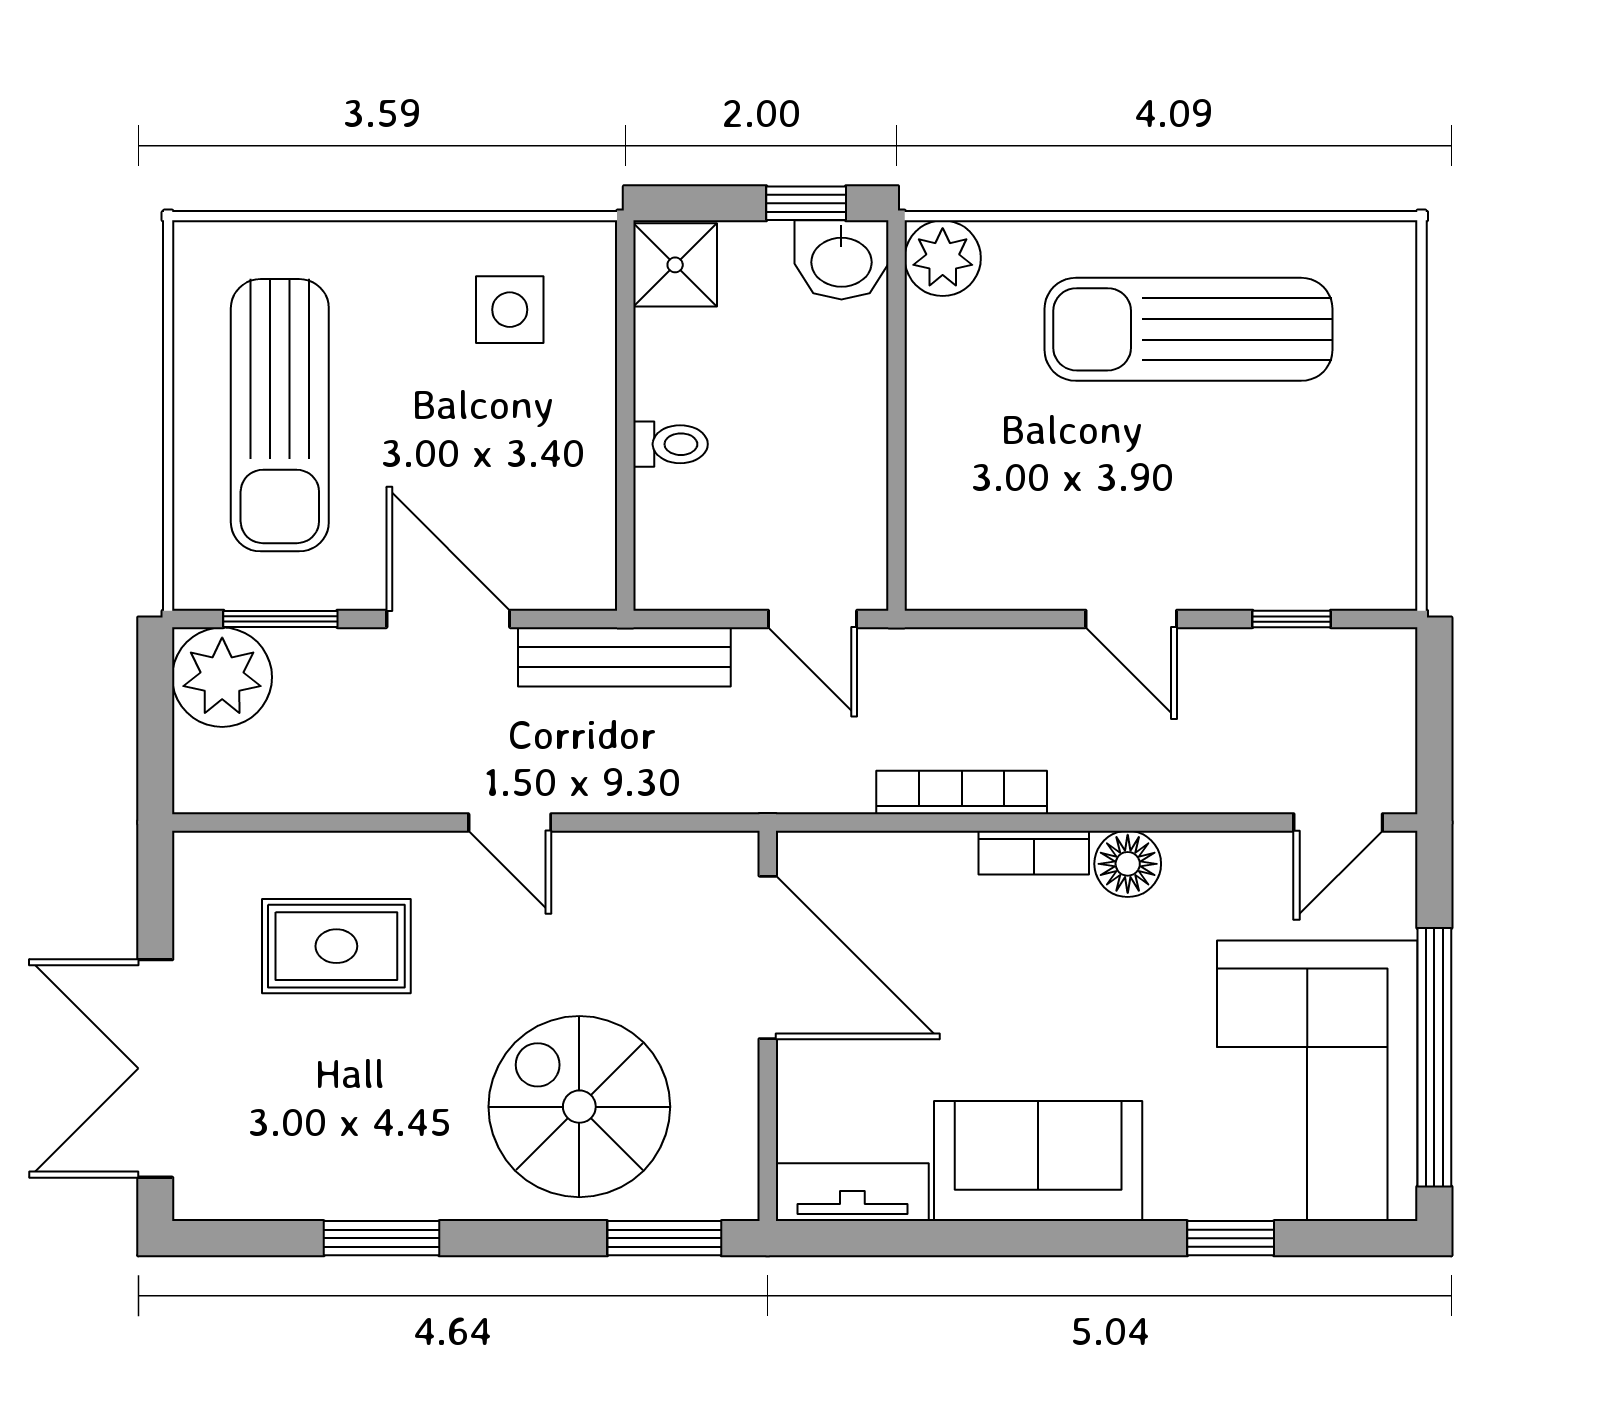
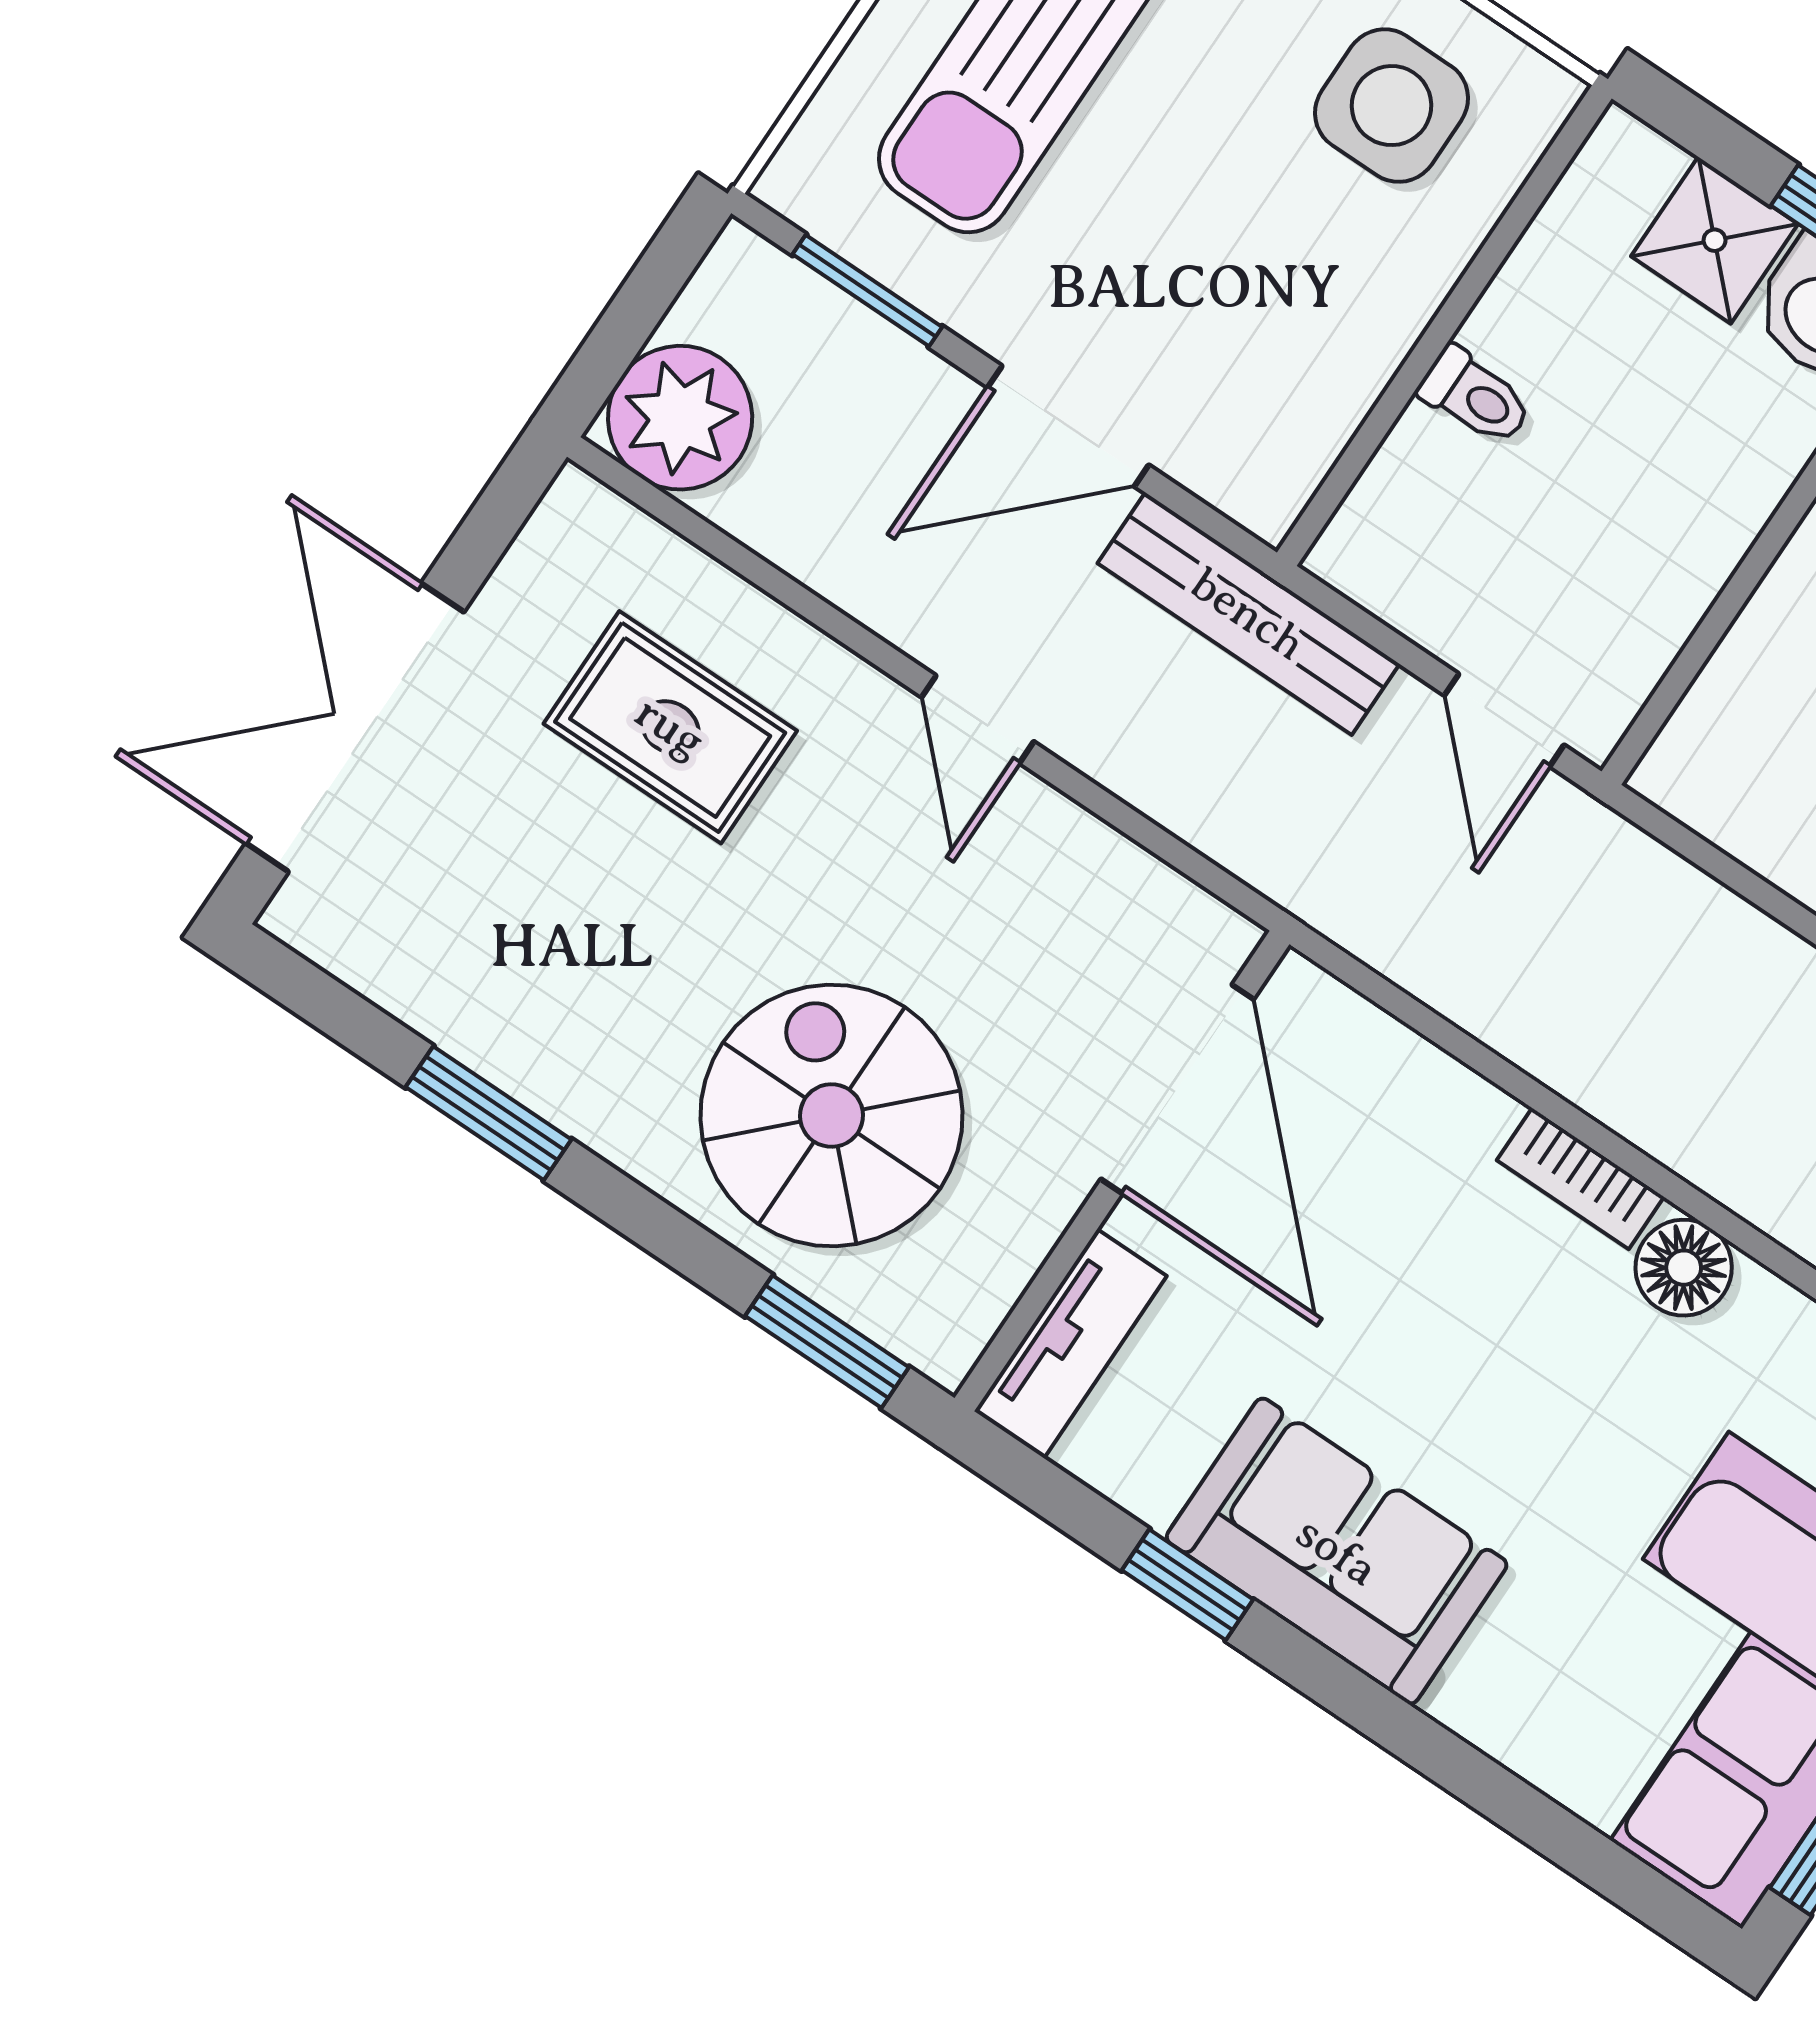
shower: (675, 265) -> (1715, 240), moved
side table: (510, 310) -> (1392, 106), width x1.37, depth x1.37
door: (448, 619) -> (1068, 426), swing flipped
plant: (222, 677) -> (680, 418), moved
bookcase: (962, 792) -> (1543, 1048), removed
tv unit: (852, 1192) -> (1070, 1344), moved, turned 90
window: (1231, 1238) -> (1188, 1585), moved

